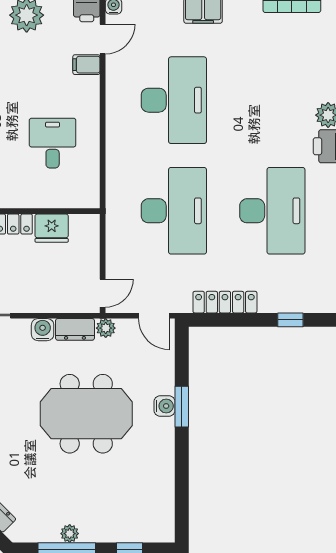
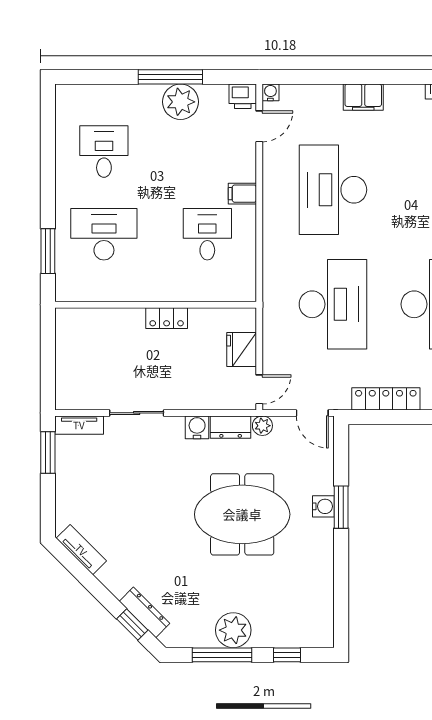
filing cabinet: (86, 65) -> (242, 194), moved
desk: (174, 100) -> (333, 190), turned 180
fridge: (52, 228) -> (242, 350), moved, turned 90
plant: (70, 534) -> (233, 630), width x1.87, depth x1.87

